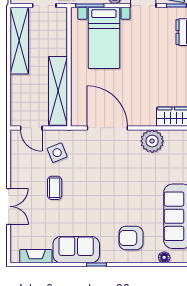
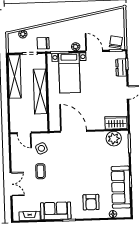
shelving: (58, 91) -> (40, 91), moved
plant: (152, 141) -> (114, 139), moved
armchair: (131, 238) -> (91, 202), turned -90

